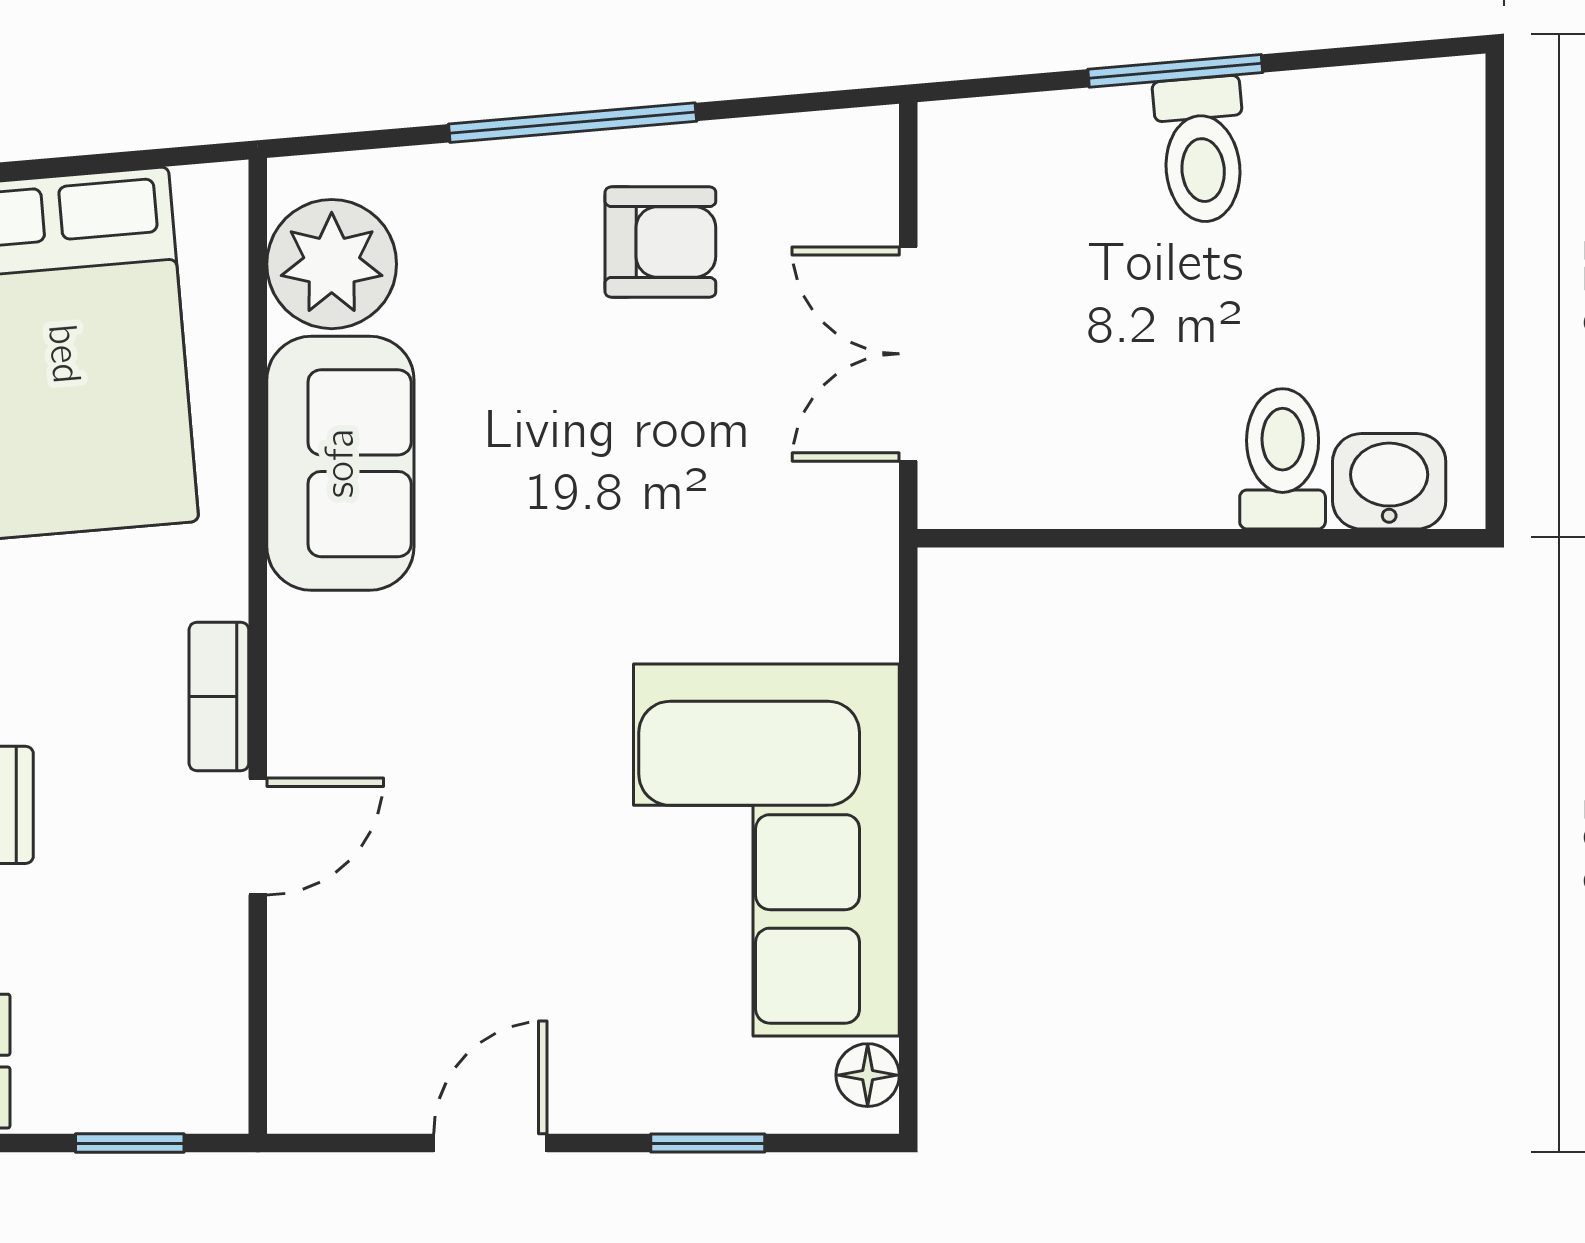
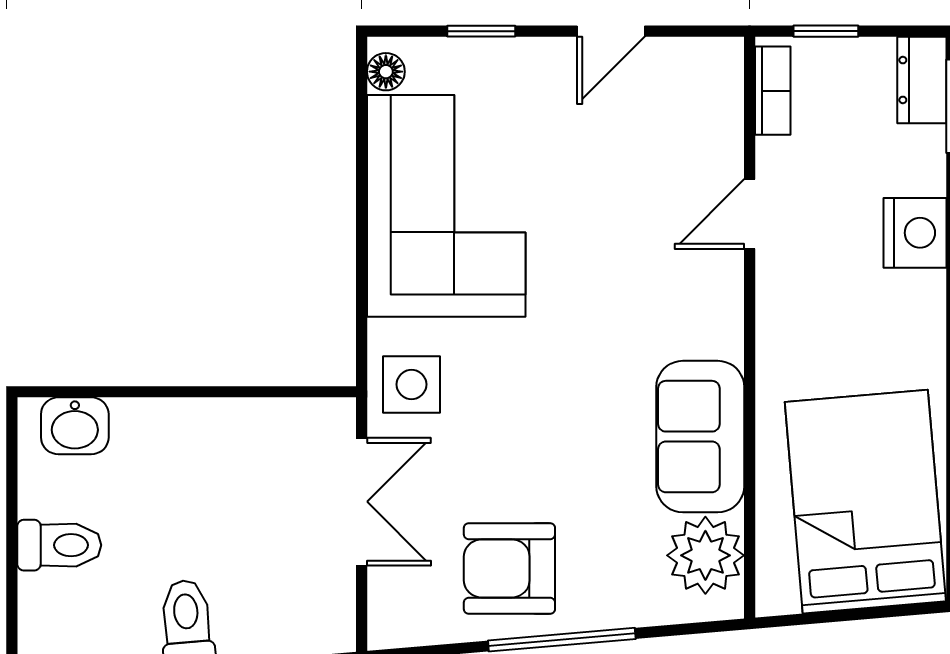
armchair: (660, 242) -> (509, 568), width x1.38, depth x1.38
toilet: (1283, 459) -> (59, 545), moved, turned -90
side table: (825, 551) -> (411, 384), added
bookcase: (219, 696) -> (773, 91), moved

